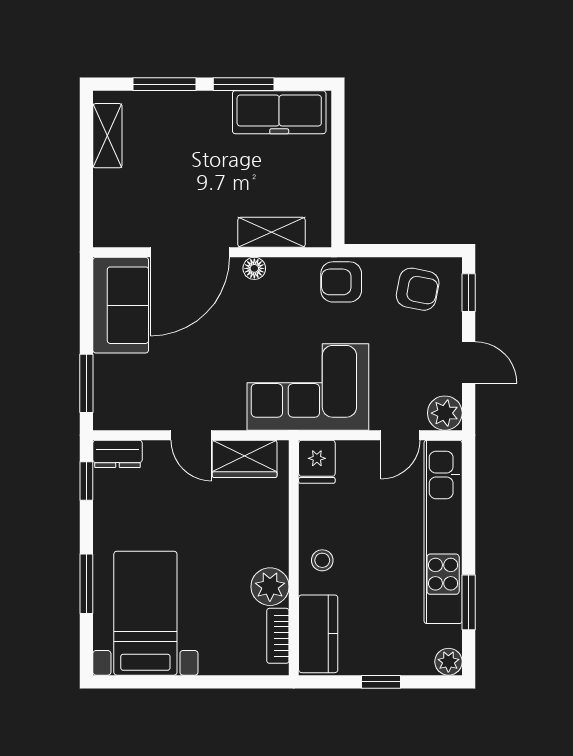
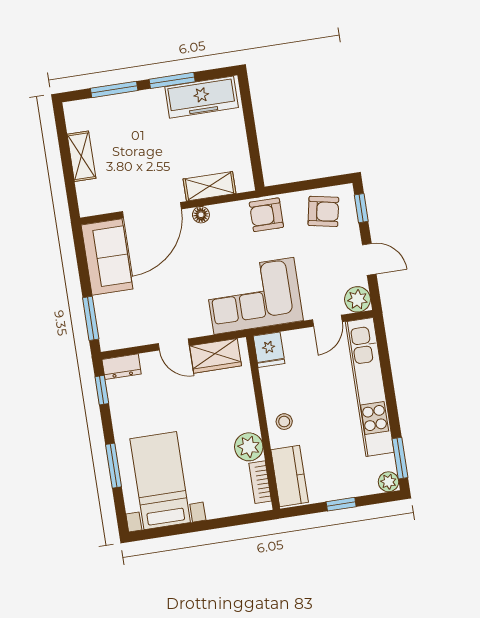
shelving: (107, 136) -> (81, 156), moved
window: (469, 602) -> (400, 458), moved

